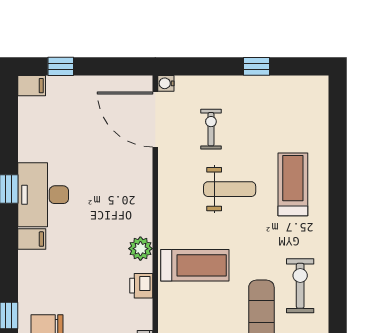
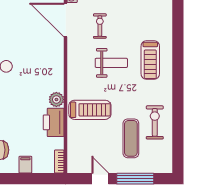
treadmill: (293, 184) -> (150, 60), turned 180
printer: (141, 286) -> (54, 122), width x1.87, depth x1.48

